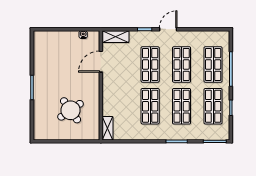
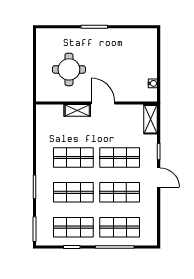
door: (101, 62) -> (103, 103), moved
round table: (71, 110) -> (69, 69), turned 35
shelving: (107, 128) -> (77, 110), moved

